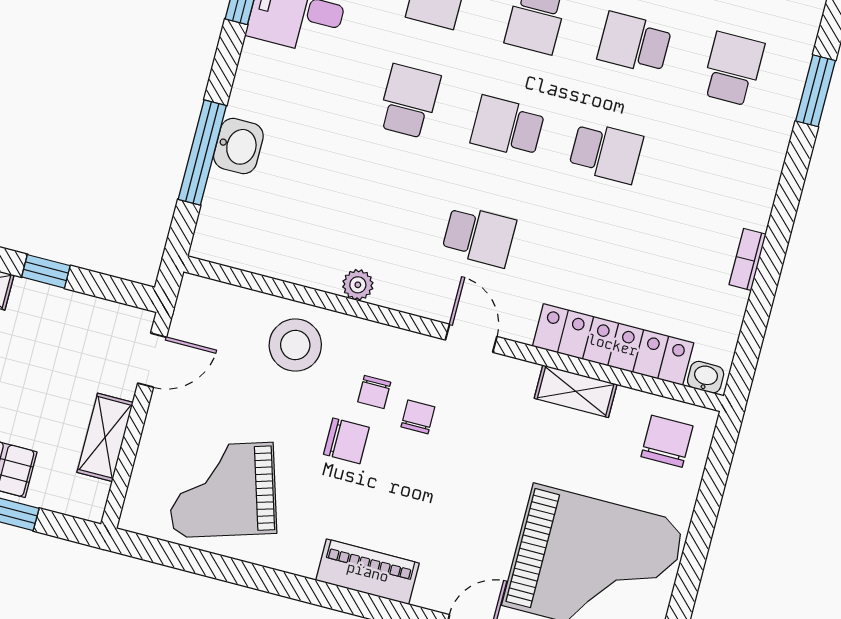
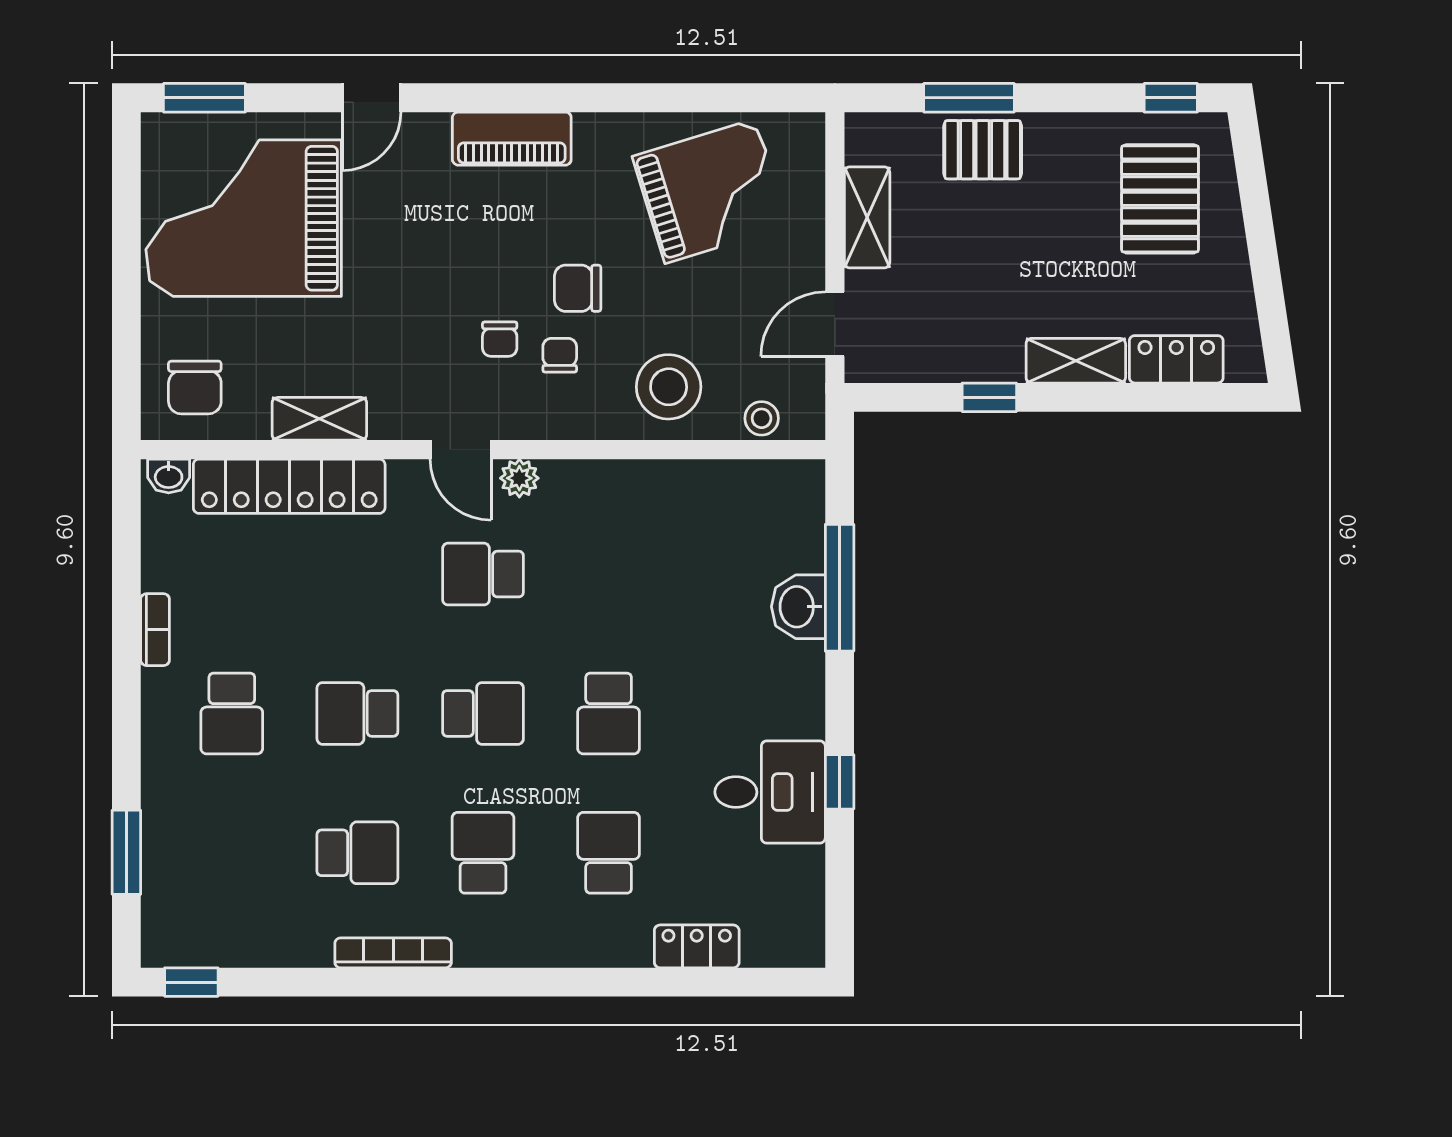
school desk: (733, 69) -> (232, 713), moved
plant: (358, 285) -> (519, 478), moved
stool: (229, 301) -> (762, 418), added

